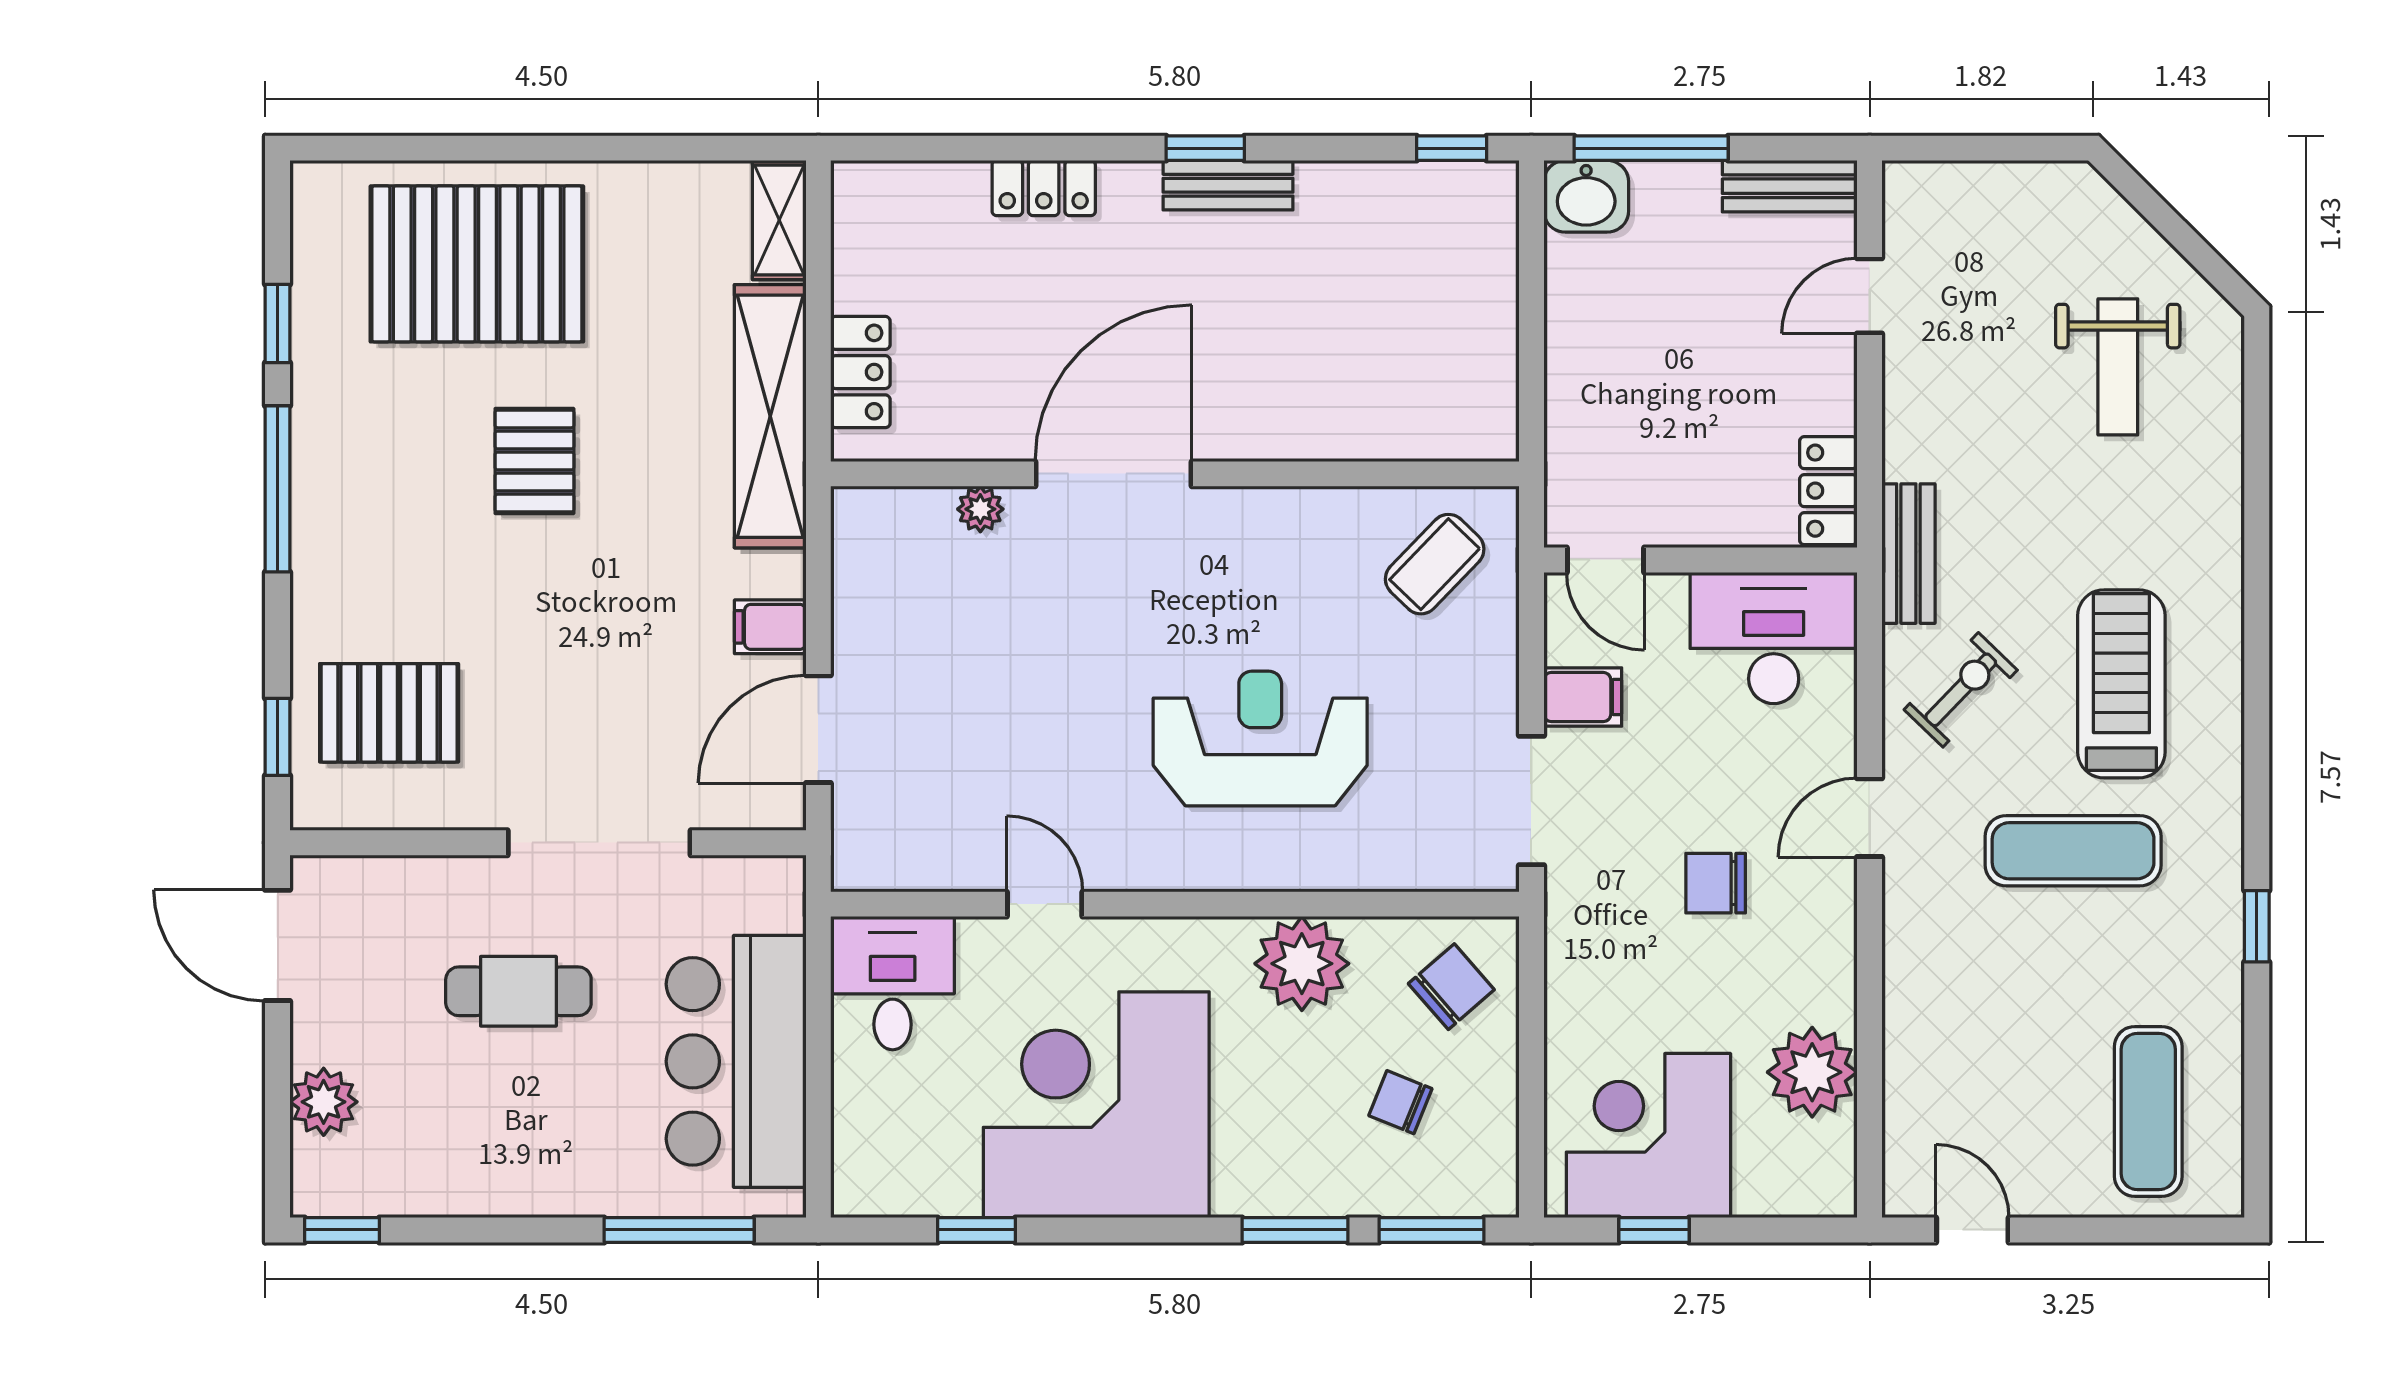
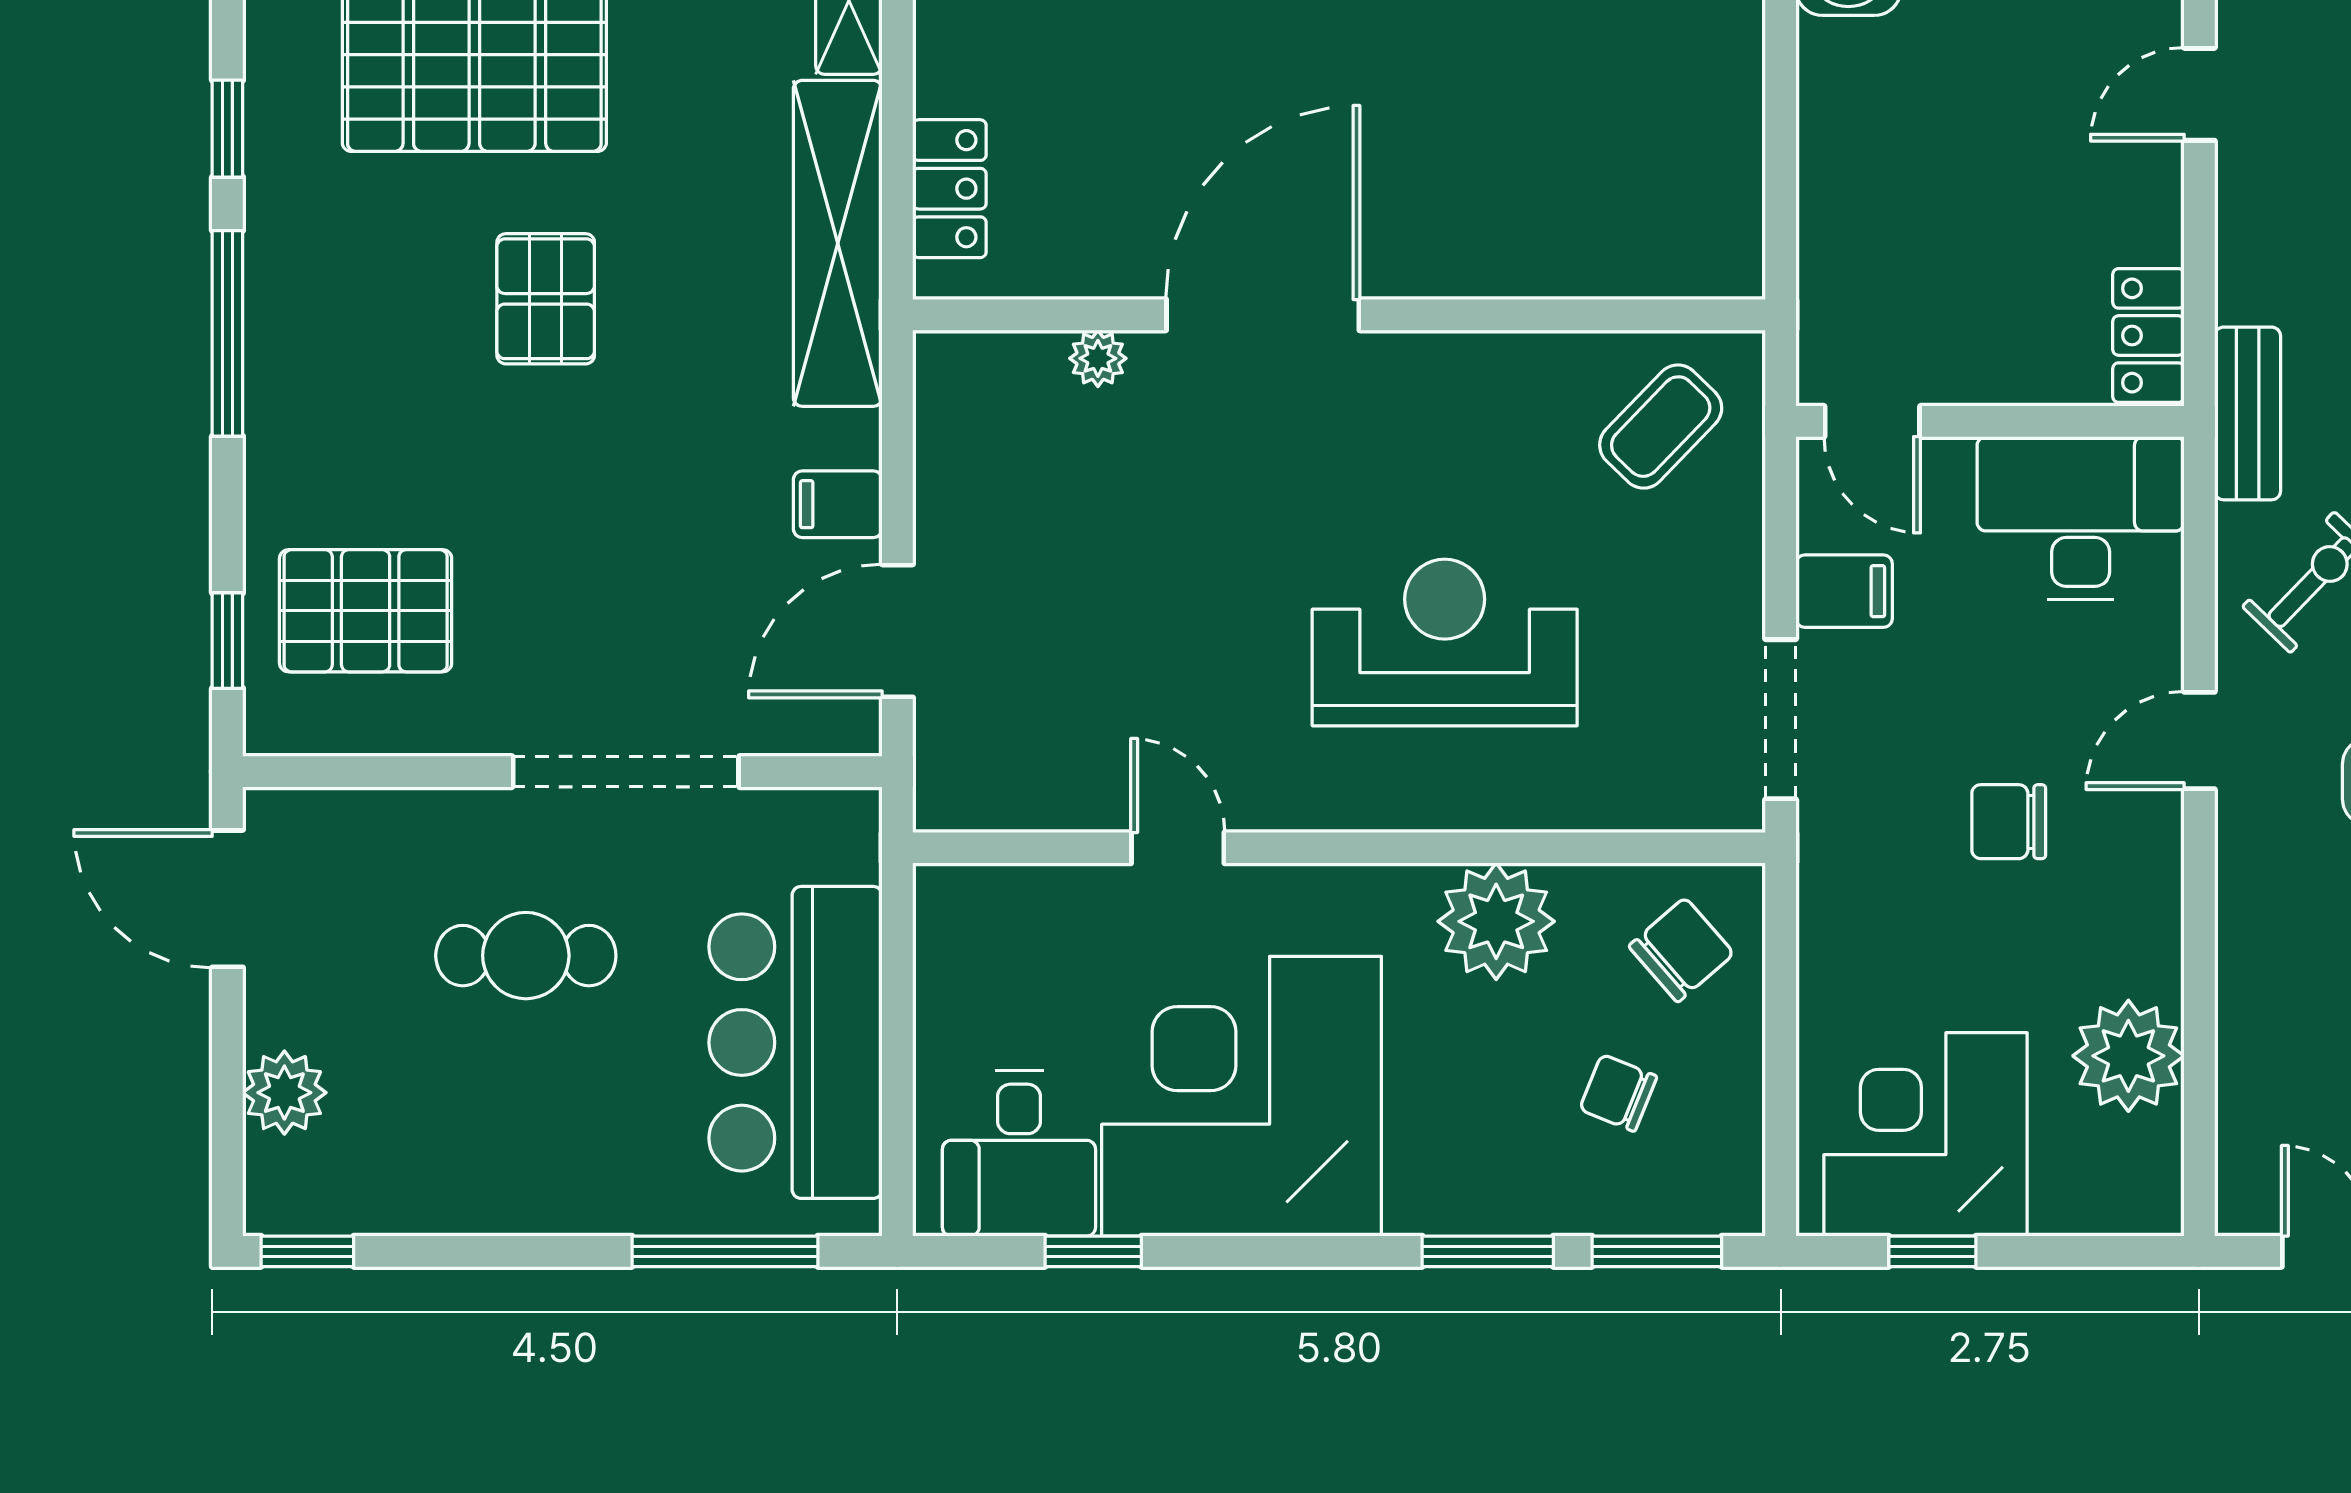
desk: (893, 983) -> (1019, 1153), moved, turned 180

